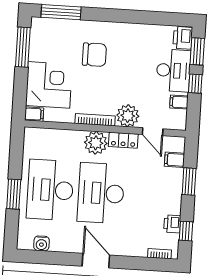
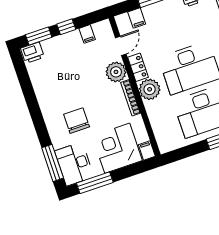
desk: (173, 70) -> (74, 164), moved, turned -90

